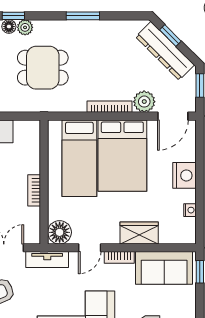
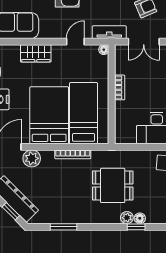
window: (83, 16) -> (64, 227), moved
bookcase: (110, 107) -> (73, 154), moved
floor lamp: (60, 232) -> (104, 50), width x0.53, depth x0.53
bookcase: (119, 257) -> (52, 34), removed

